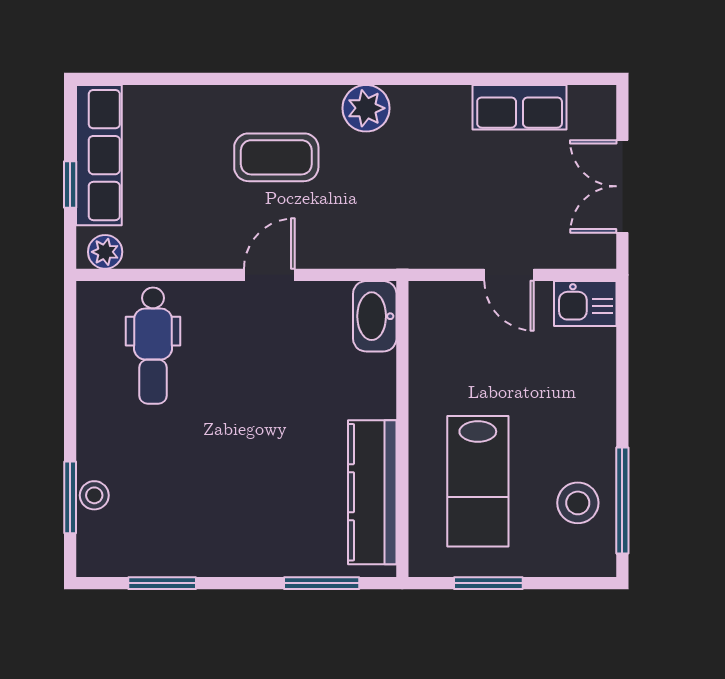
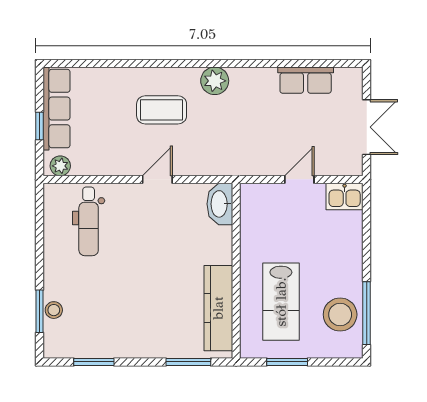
double door: (622, 186) -> (367, 127), swing flipped
door: (509, 275) -> (299, 179), swing flipped
stool: (578, 503) -> (340, 315), width x1.38, depth x1.38

